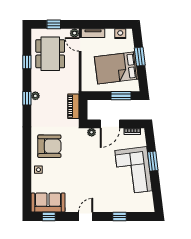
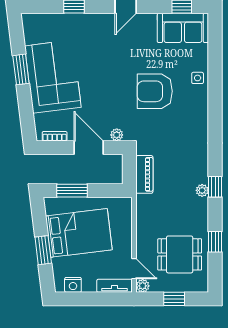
dining table: (50, 54) -> (180, 254), width x0.73
door: (110, 124) -> (89, 148), hinge flipped
armchair: (49, 146) -> (155, 91), moved
window: (153, 161) -> (21, 69), moved

